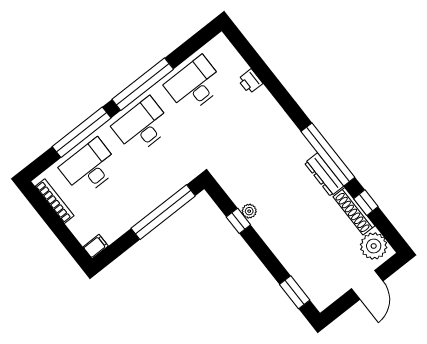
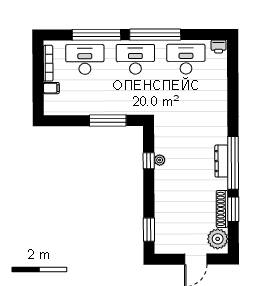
printer: (250, 81) -> (219, 46), moved, turned -90
dresser: (324, 175) -> (221, 161), moved
window: (366, 203) -> (233, 209), width x1.50
window: (163, 212) -> (108, 121), width x0.68
filing cabinet: (96, 246) -> (51, 88), moved

